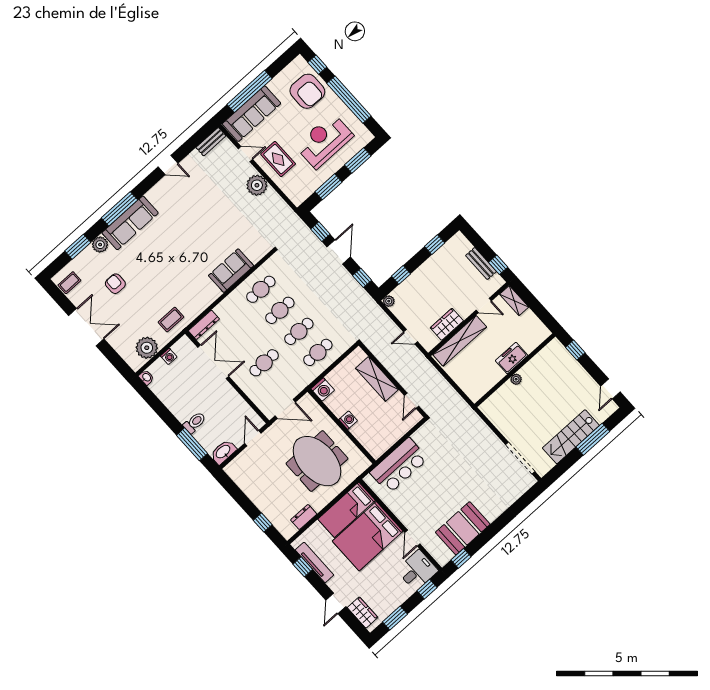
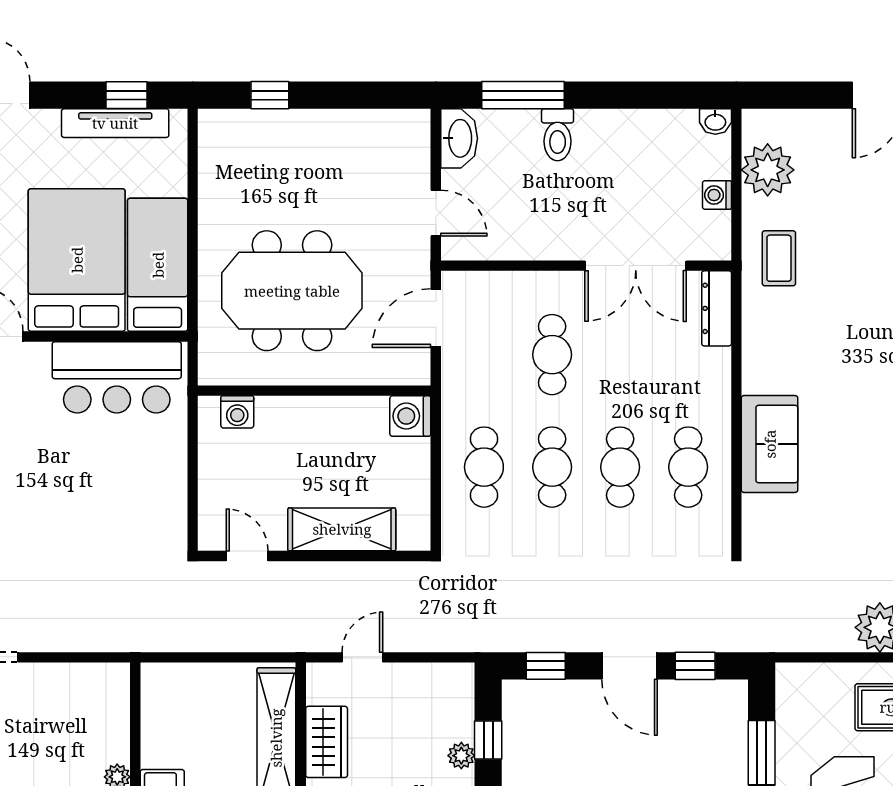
plant: (389, 301) -> (461, 756), moved
washing machine: (348, 420) -> (237, 412), moved
bar counter: (399, 466) -> (117, 377), moved, turned -90
dresser: (304, 517) -> (214, 177), removed

